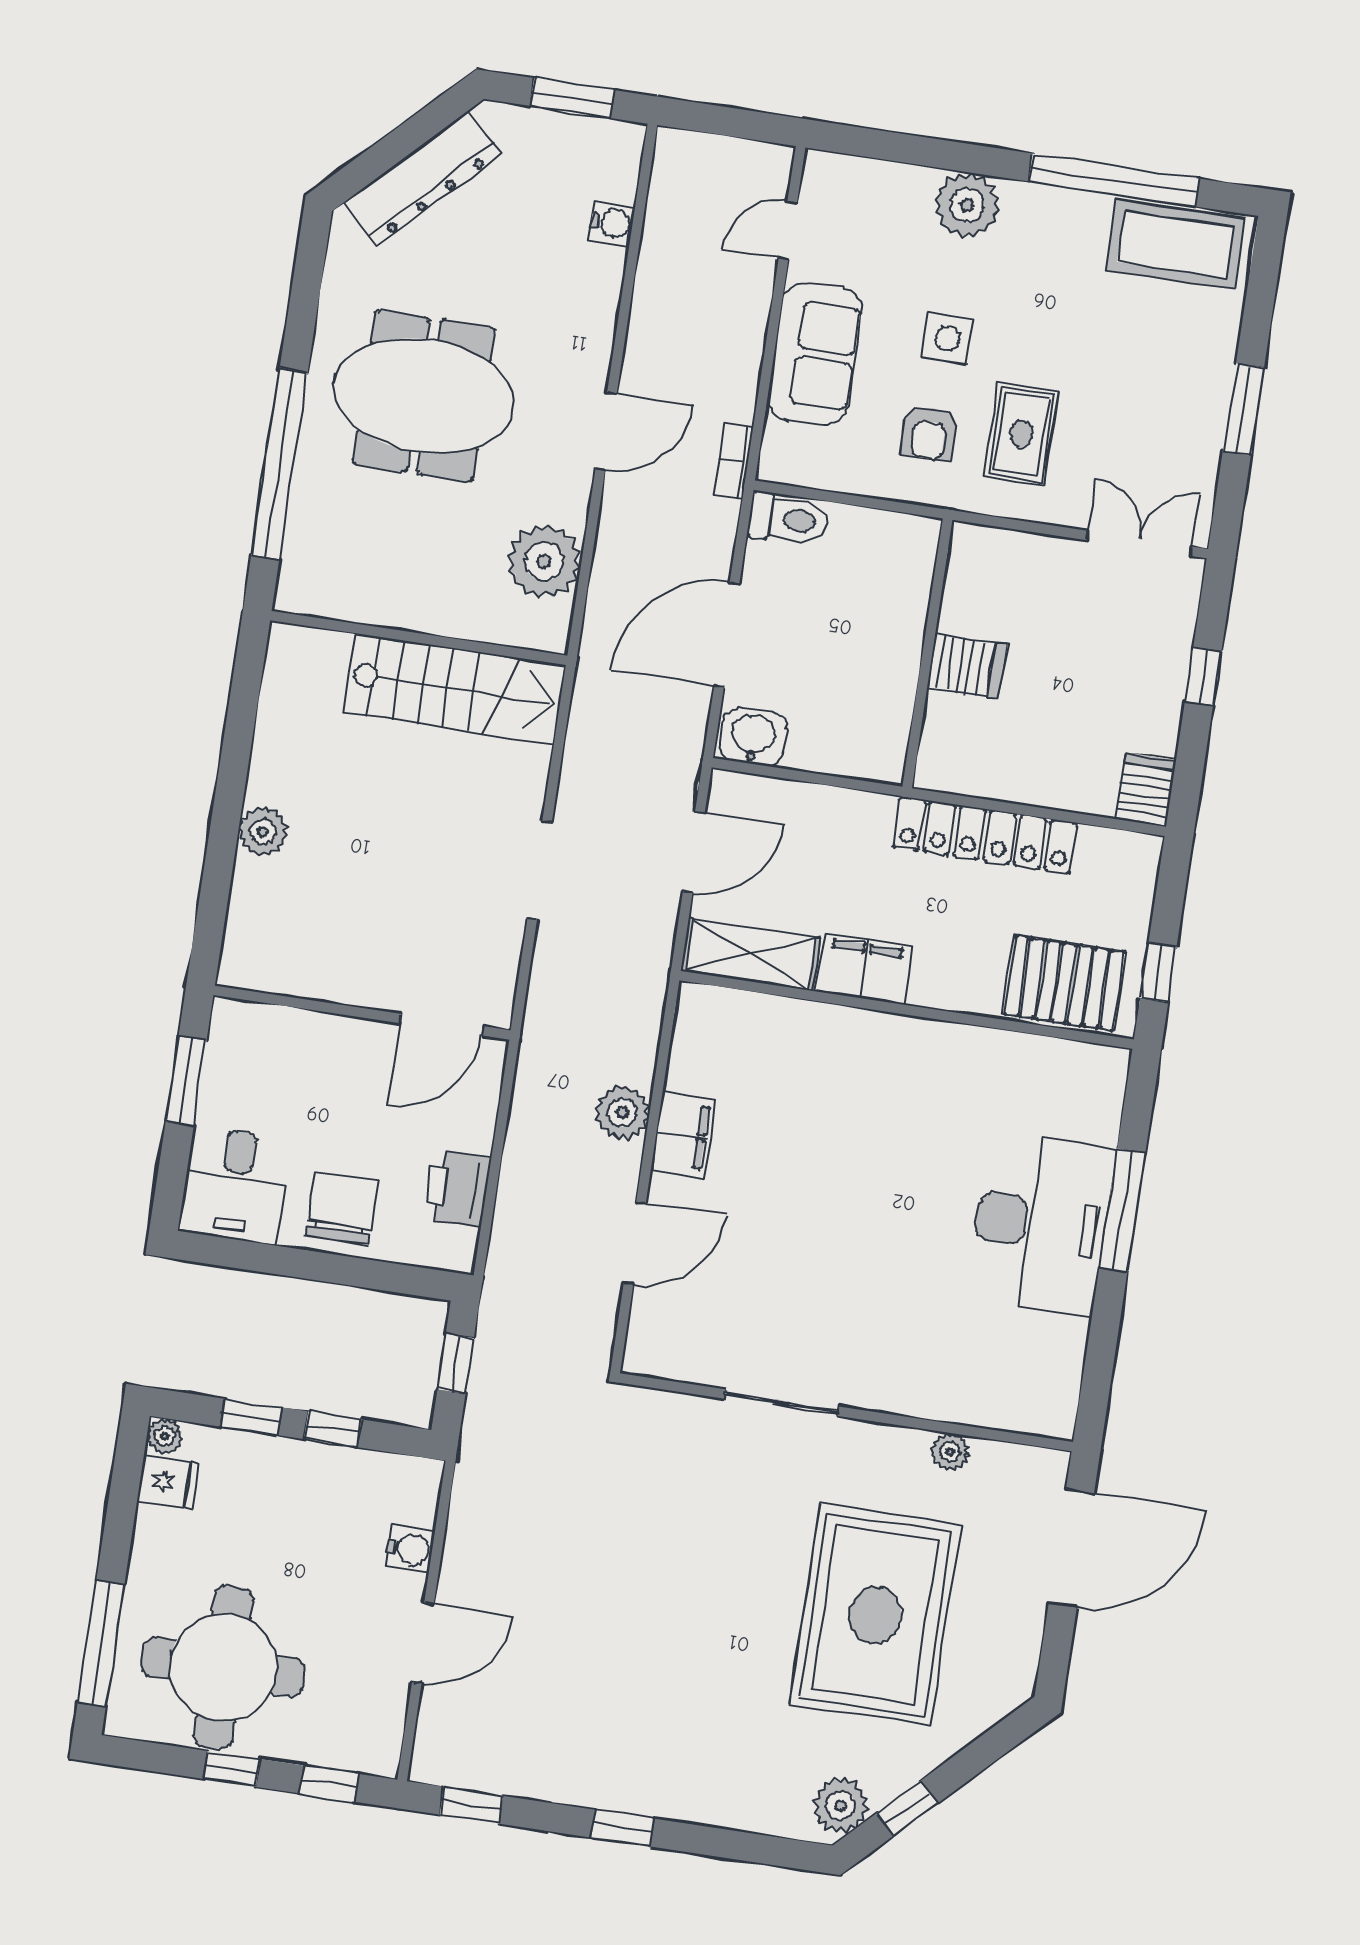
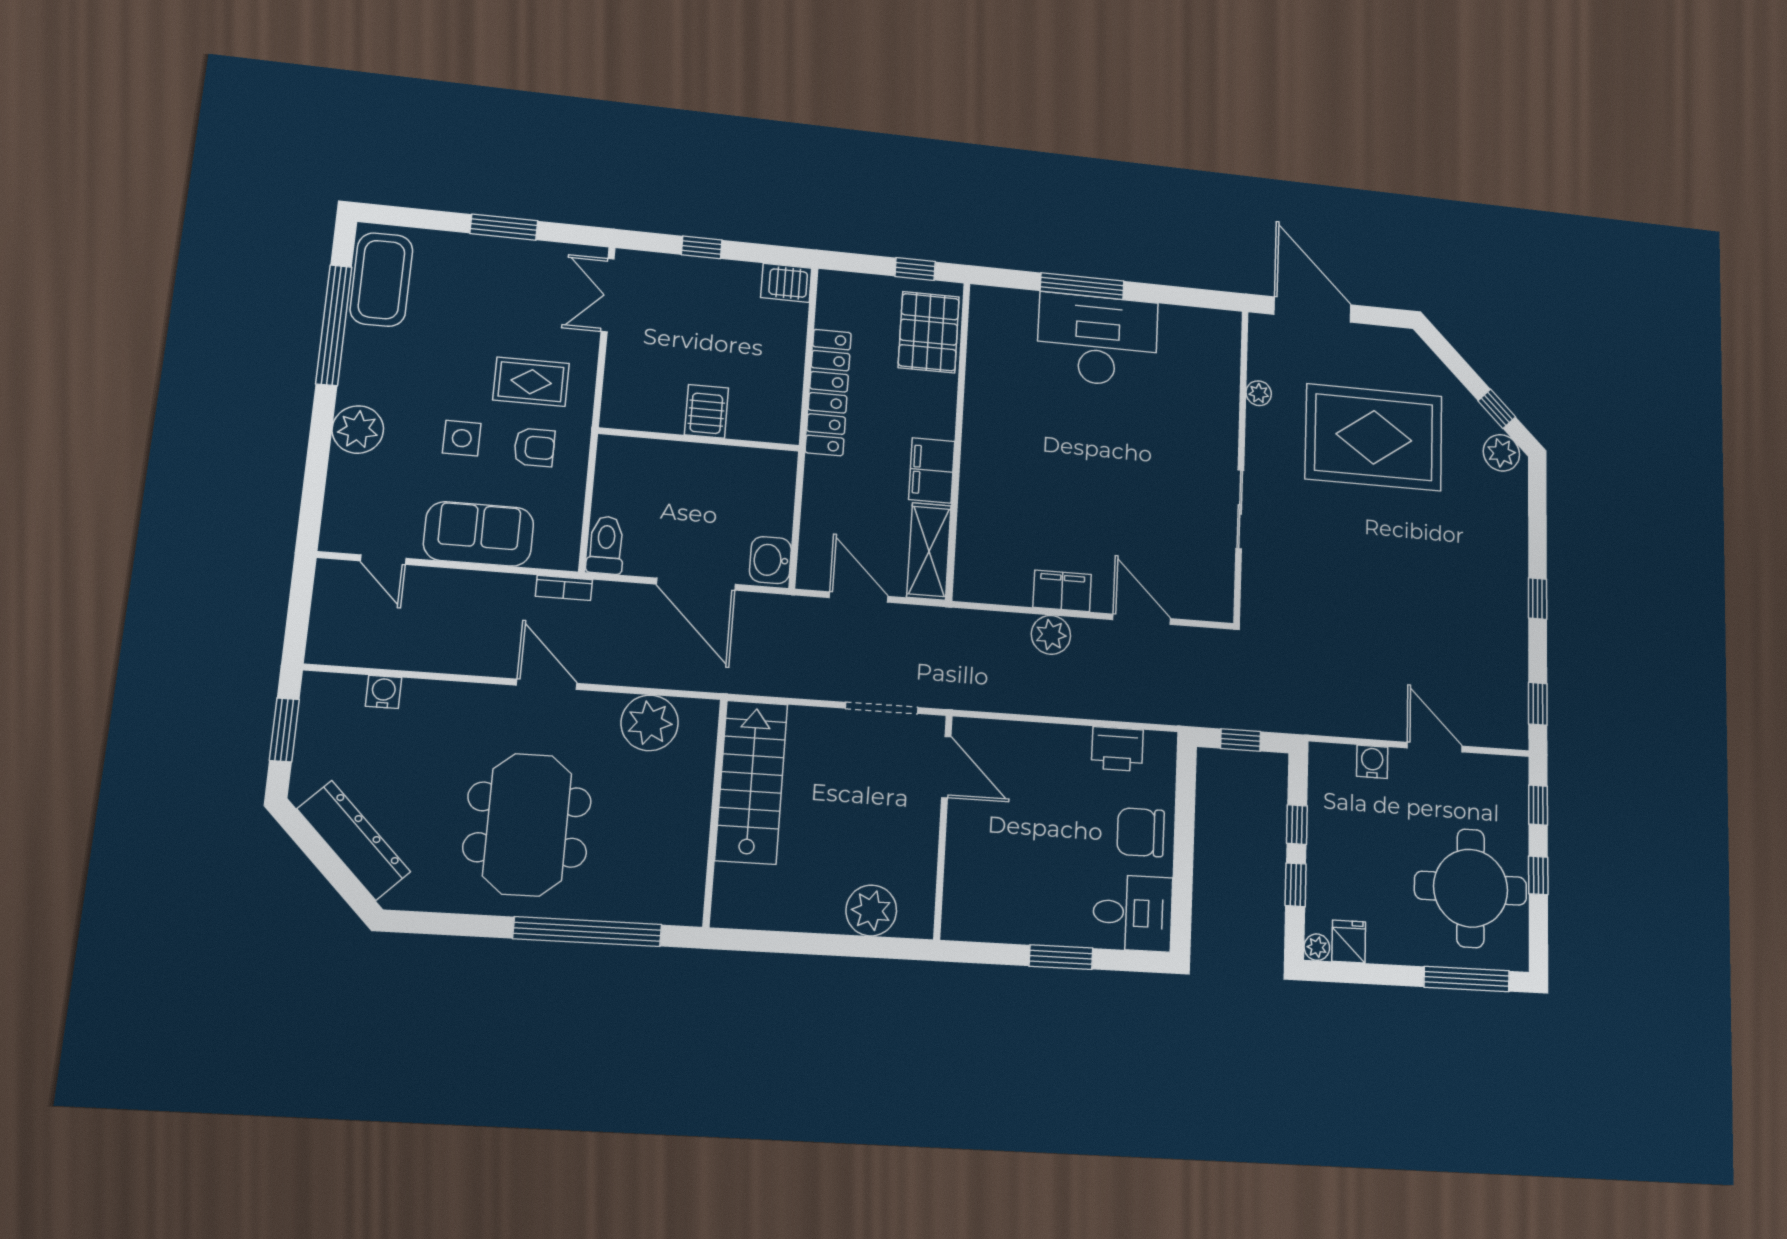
plant: (263, 832) -> (871, 910), width x1.36, depth x1.36
wall: (362, 1013) -> (943, 827), moved
door: (441, 1025) -> (946, 767), moved

